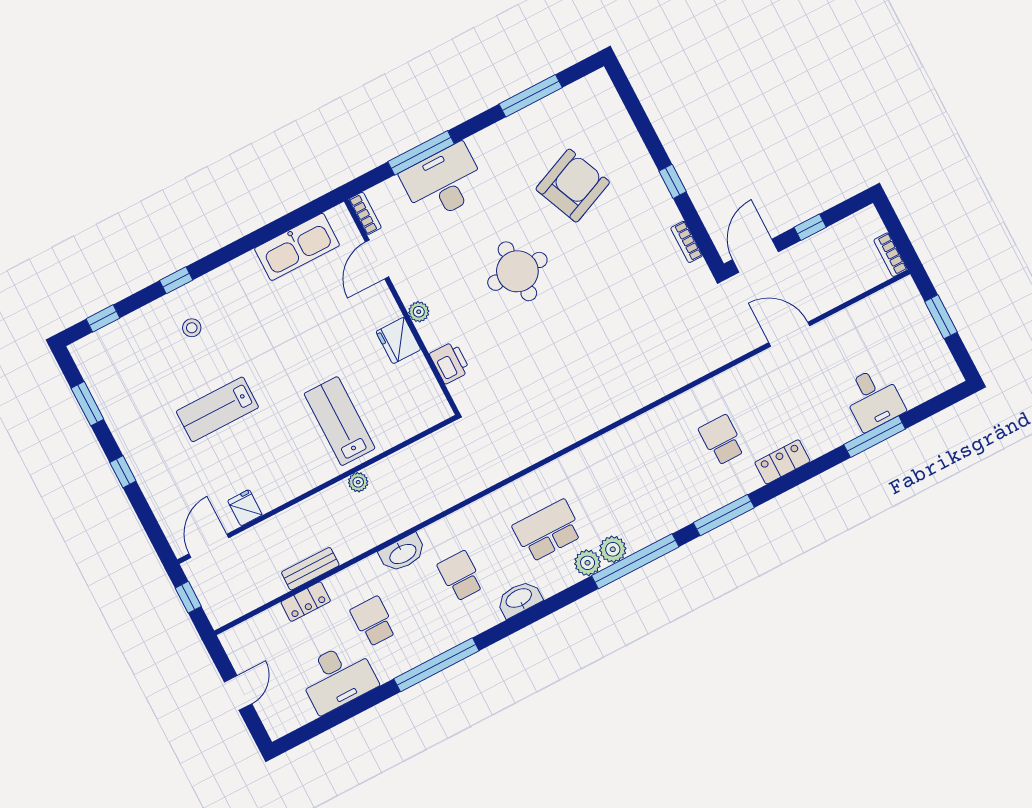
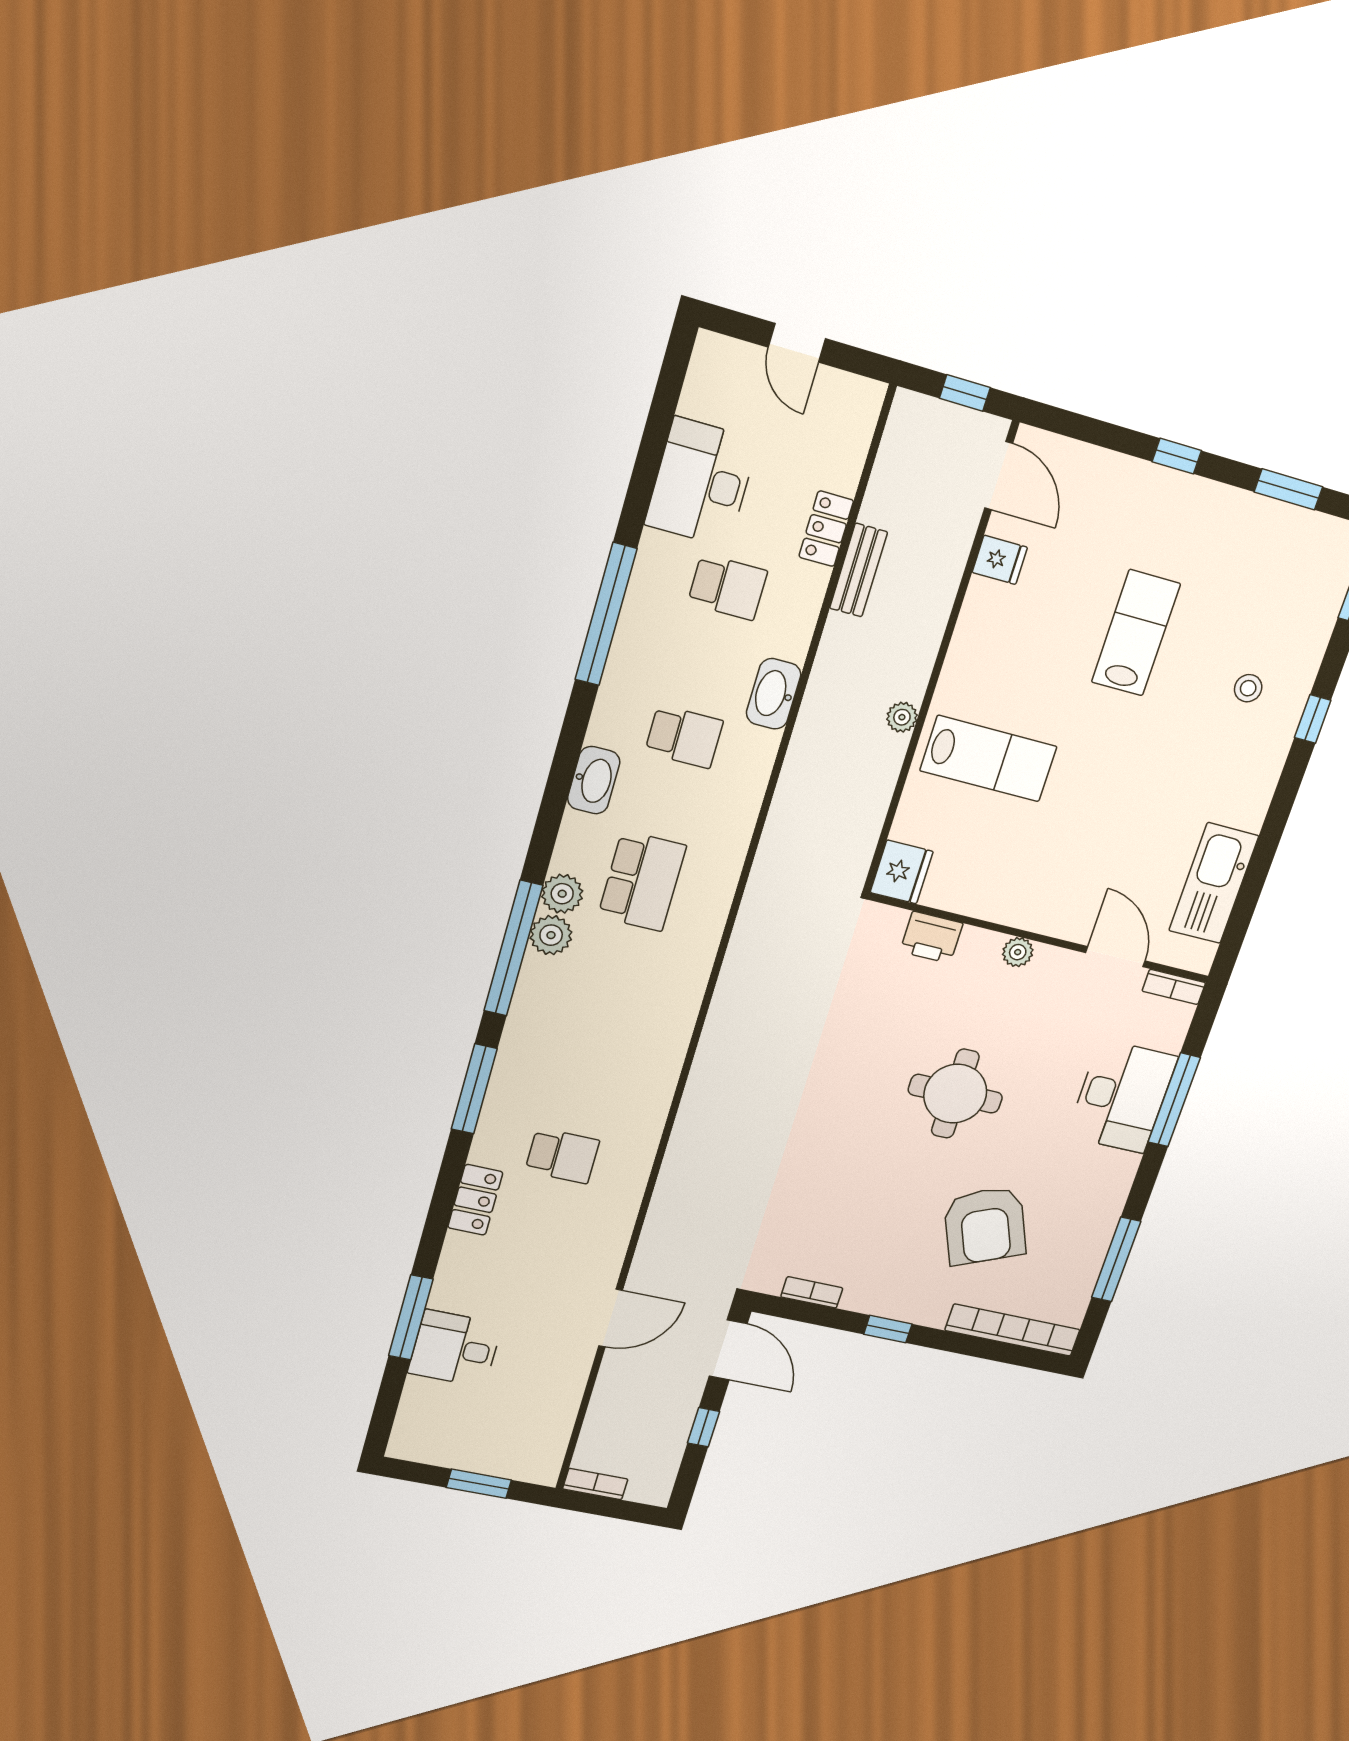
bookcase: (616, 113) -> (1013, 1330), added
fridge: (398, 341) -> (902, 872), moved, turned 90

